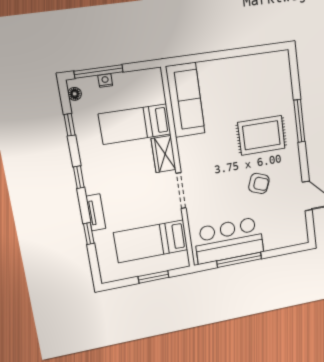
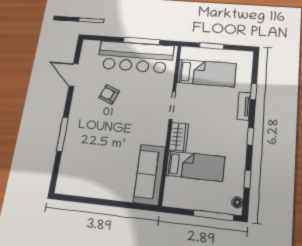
nightstand: (105, 81) -> (210, 207), removed
rug: (261, 135) -> (96, 131), removed
bar counter: (229, 240) -> (135, 57), width x1.36

